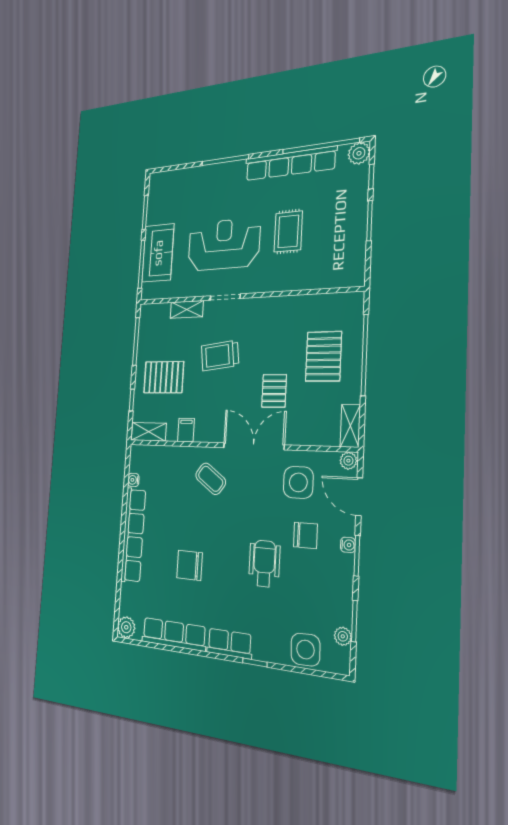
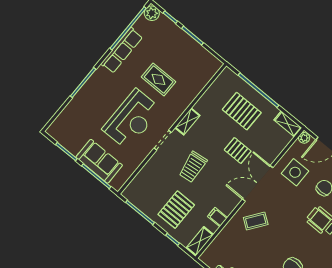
row of seats: (290, 164) -> (122, 50), width x0.73
reception desk: (224, 244) -> (132, 119), turned 180
shelving: (187, 309) -> (187, 122), moved

